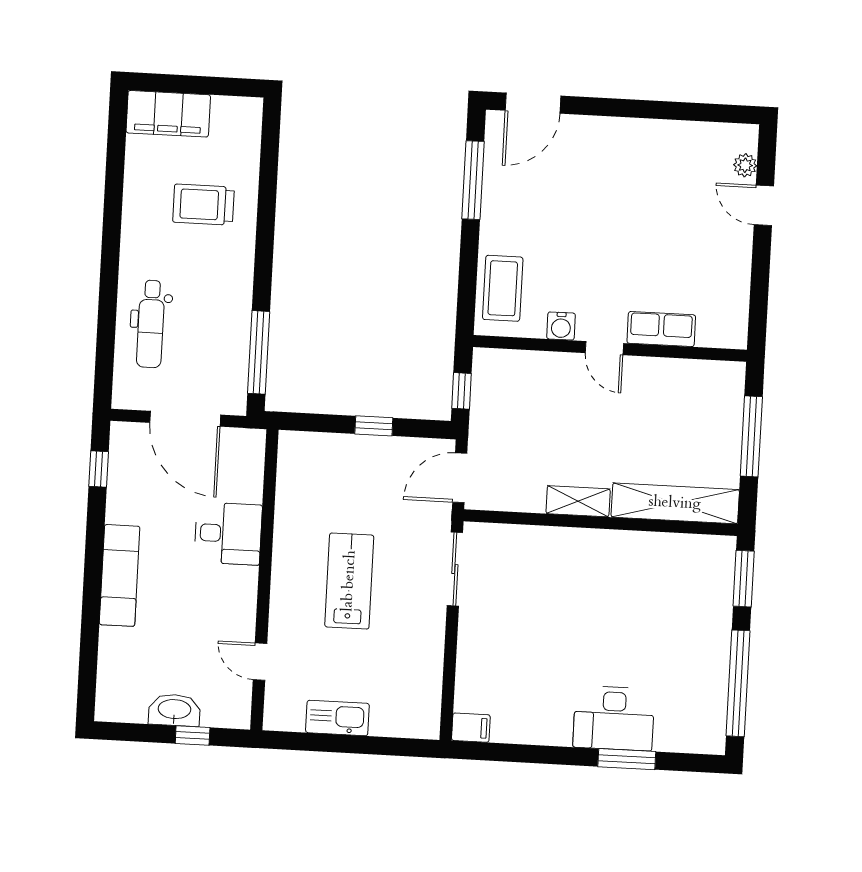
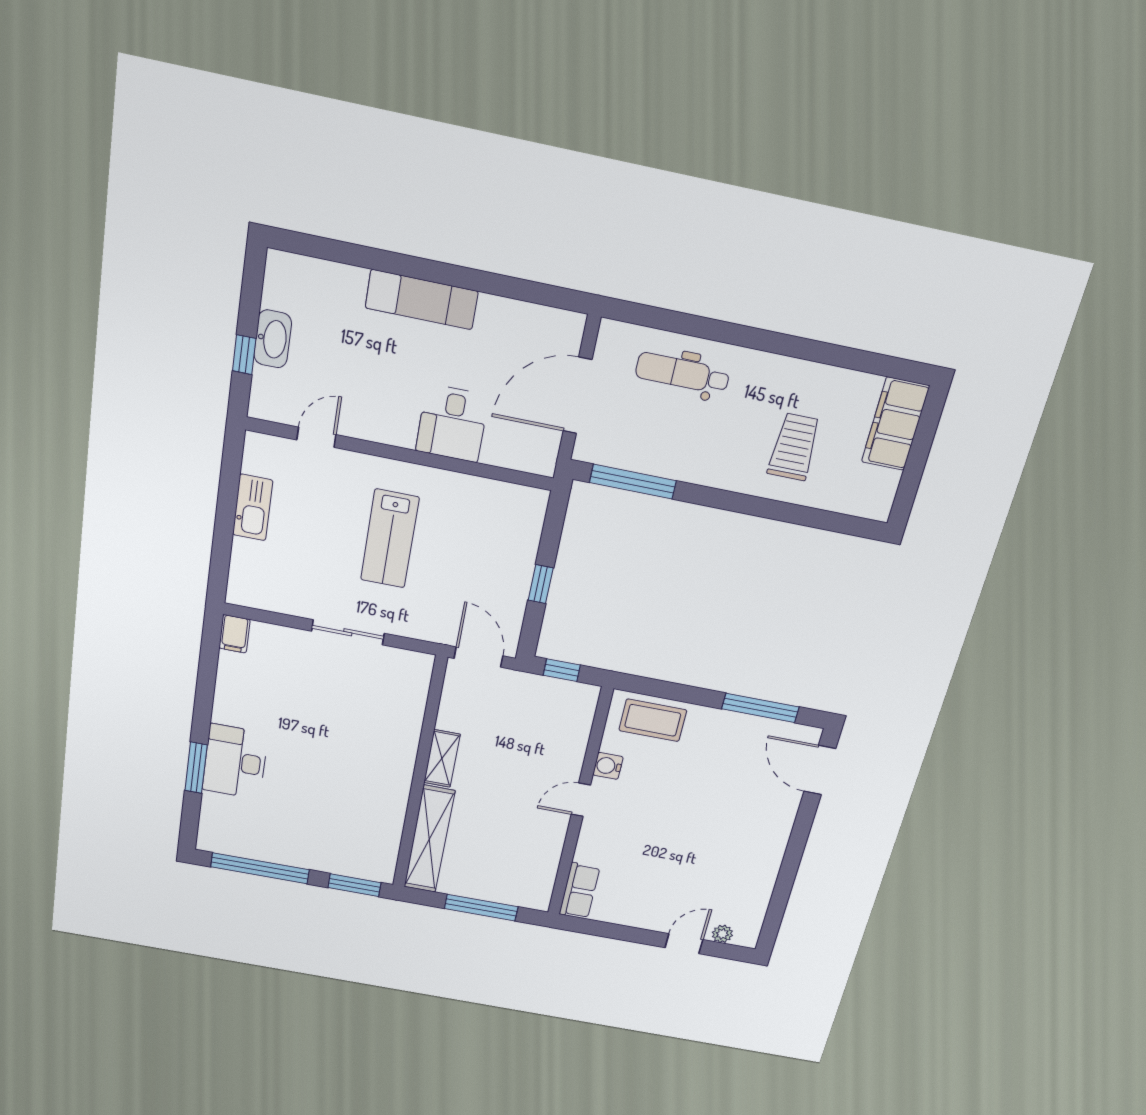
row of seats: (661, 329) -> (579, 891), moved
window: (99, 469) -> (539, 293), removed
sliding door: (455, 569) -> (348, 632), moved
lab bench: (349, 581) -> (390, 539), turned 90

